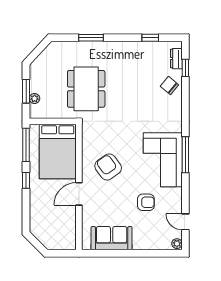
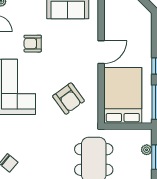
armchair: (108, 167) -> (68, 99), moved

